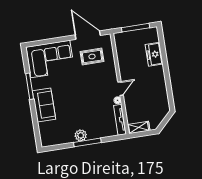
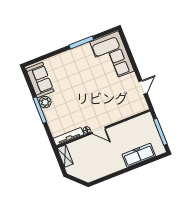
door: (88, 35) -> (143, 87), width x0.53
freezer: (154, 54) -> (139, 155), width x1.40
rug: (92, 56) -> (123, 96), removed
sofa: (44, 105) -> (40, 80), moved, turned -90

